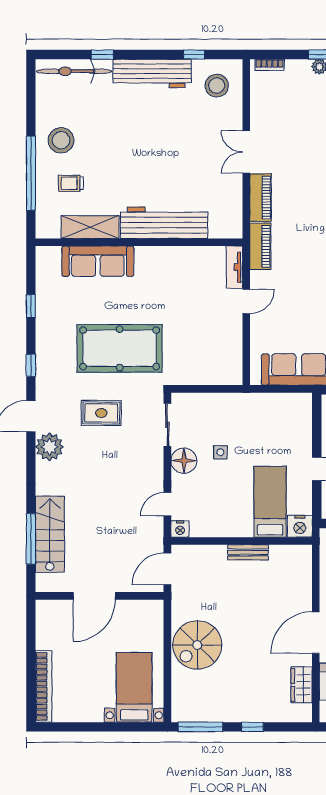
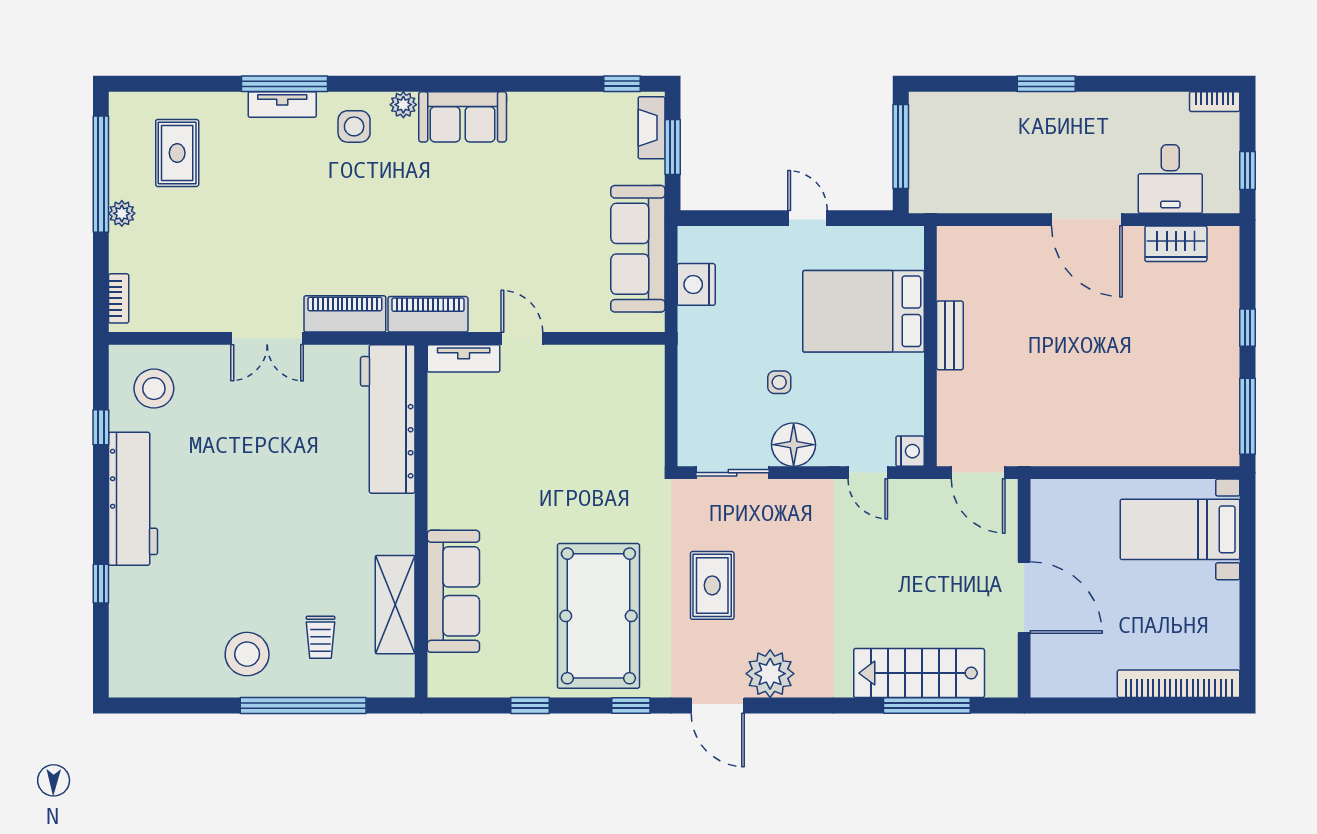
bicycle: (74, 71) -> (130, 632), removed
workbench: (164, 223) -> (388, 419), moved
pool table: (120, 348) -> (598, 616), moved
bed: (270, 502) -> (864, 311), width x1.50
nightstand: (300, 526) -> (696, 284), moved, turned 180
spiral stairs: (197, 645) -> (1108, 422), removed

